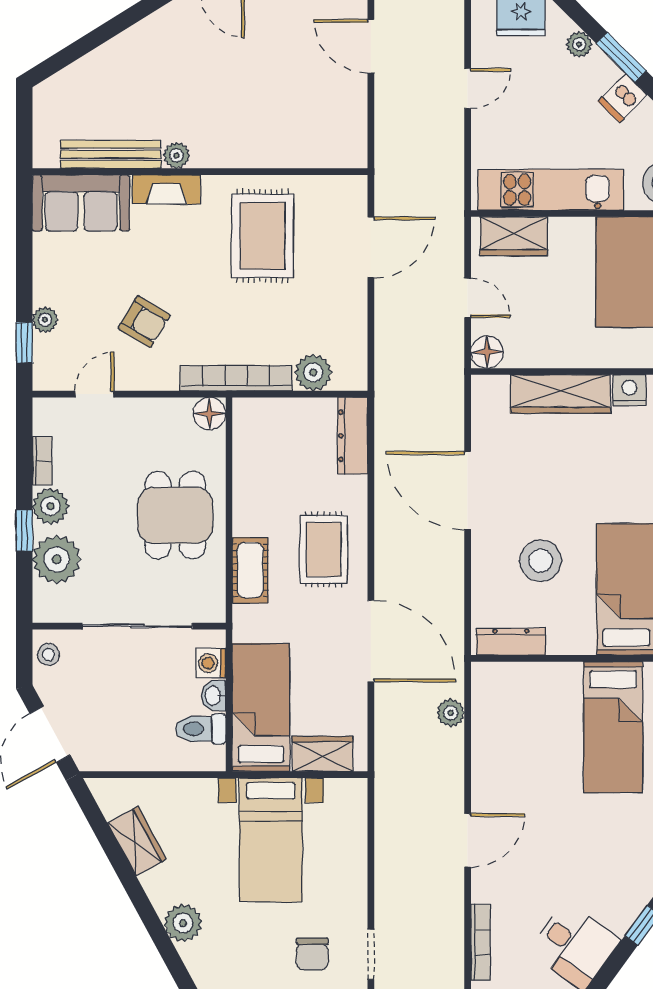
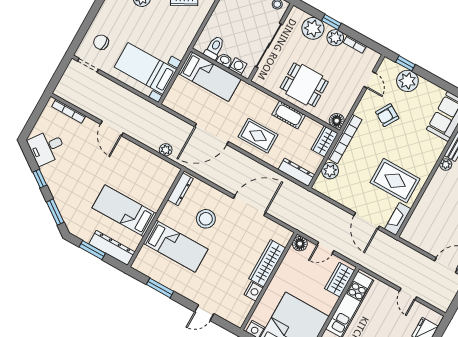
fireplace: (166, 189) -> (398, 219), moved
plant: (45, 320) -> (407, 81), width x1.88, depth x1.88
cot: (250, 570) -> (289, 115), moved
wardrobe: (323, 754) -> (325, 141), moved, turned 180
bed with nightstands: (271, 840) -> (145, 68), moved

